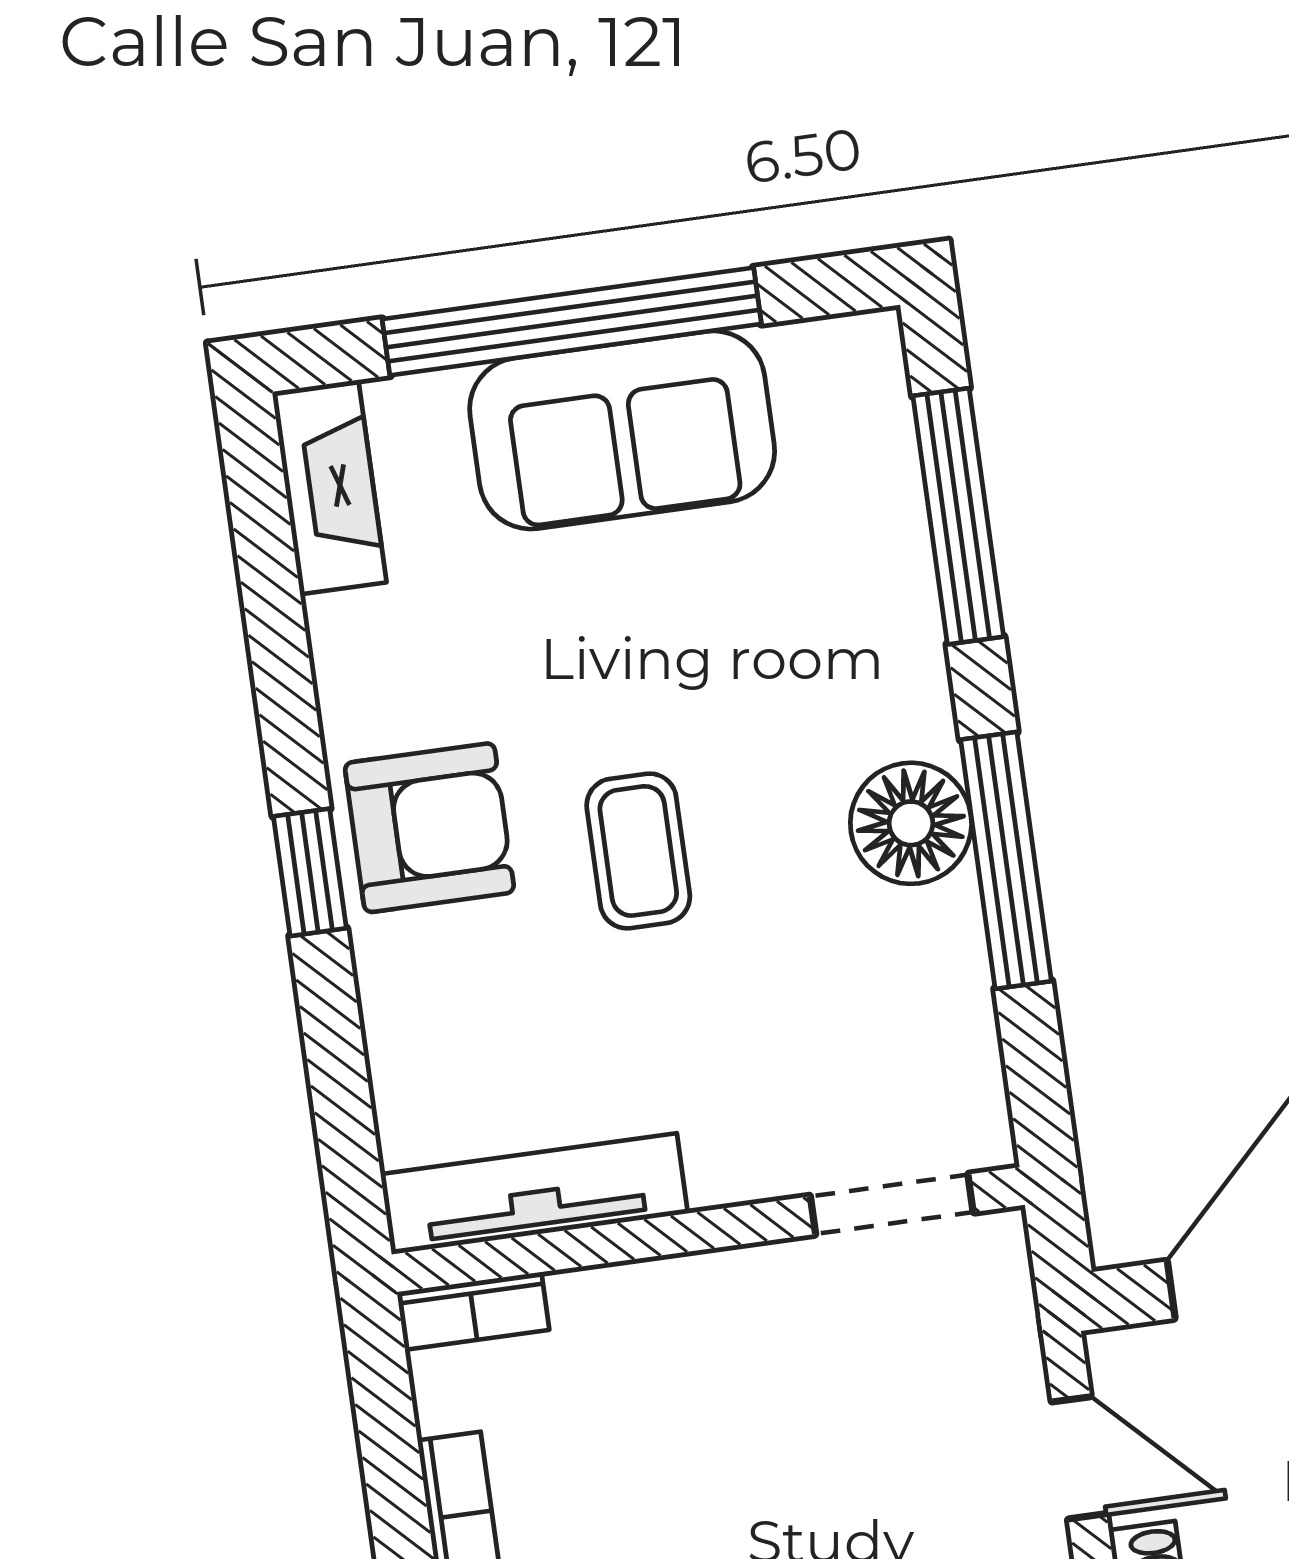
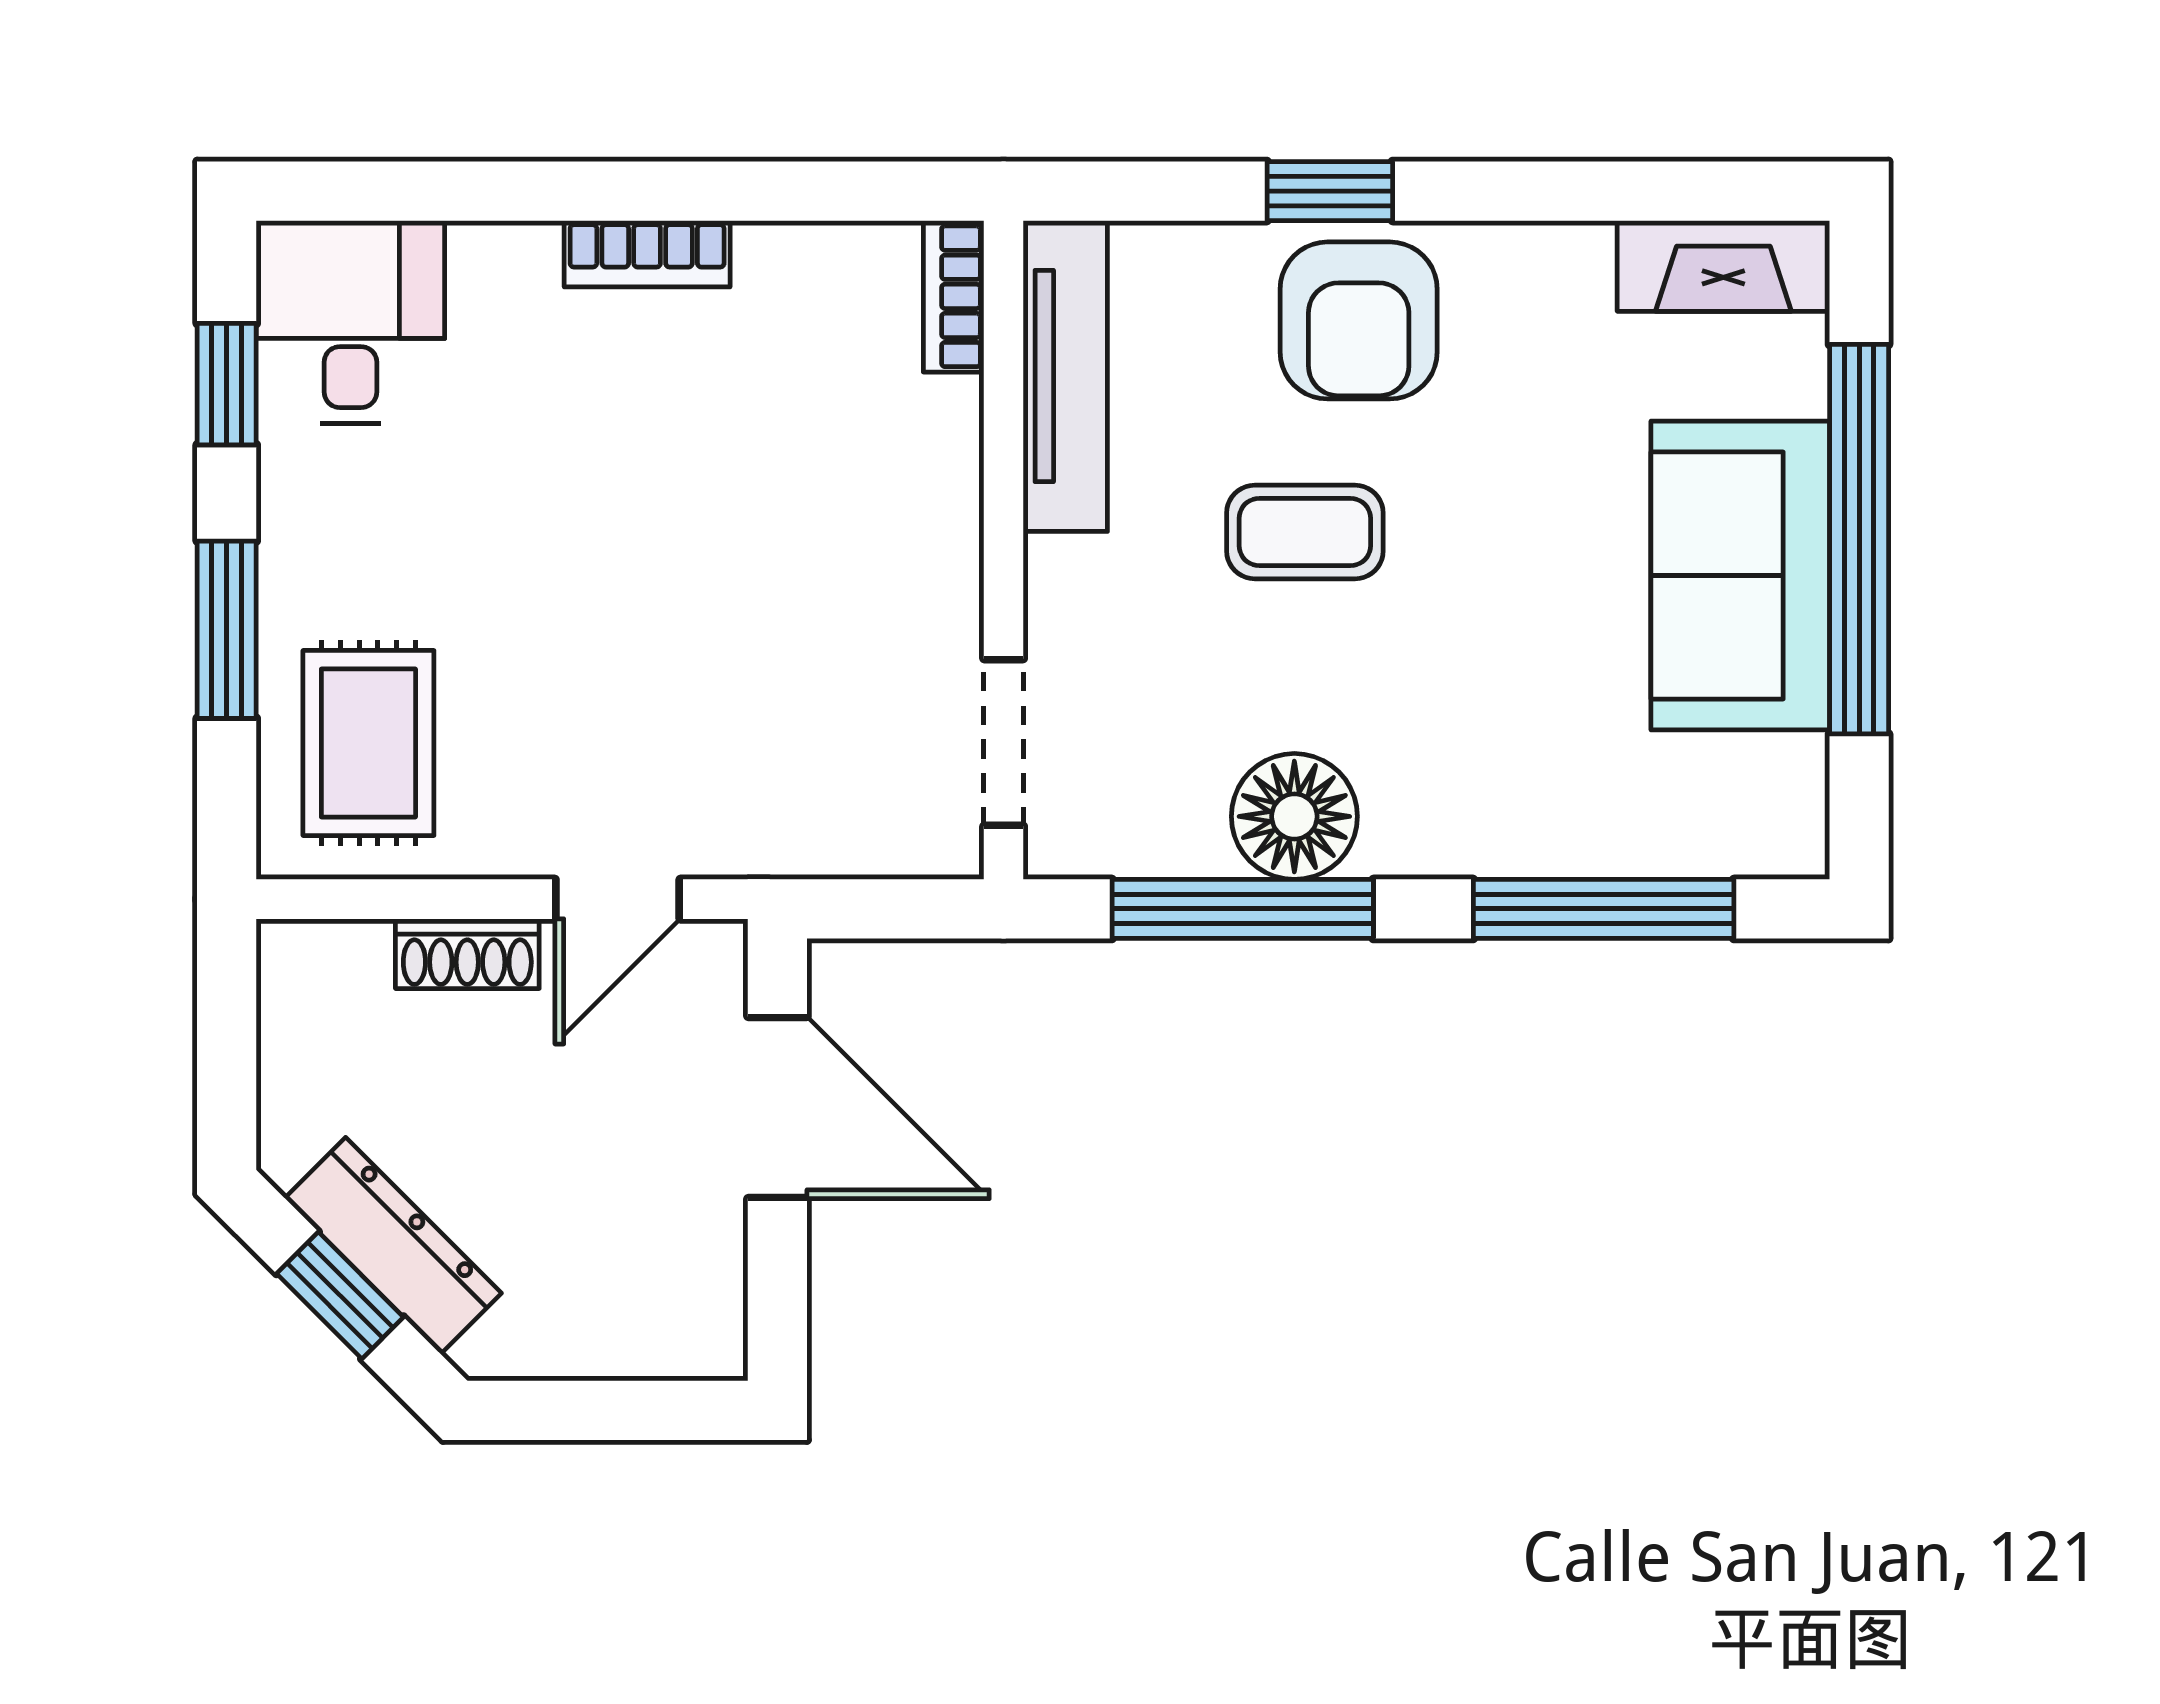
tv unit: (534, 1194) -> (1065, 376), moved
doorway: (892, 1204) -> (1004, 742), moved
wall: (708, 1230) -> (1004, 550), moved
bookcase: (473, 1311) -> (954, 296), moved

